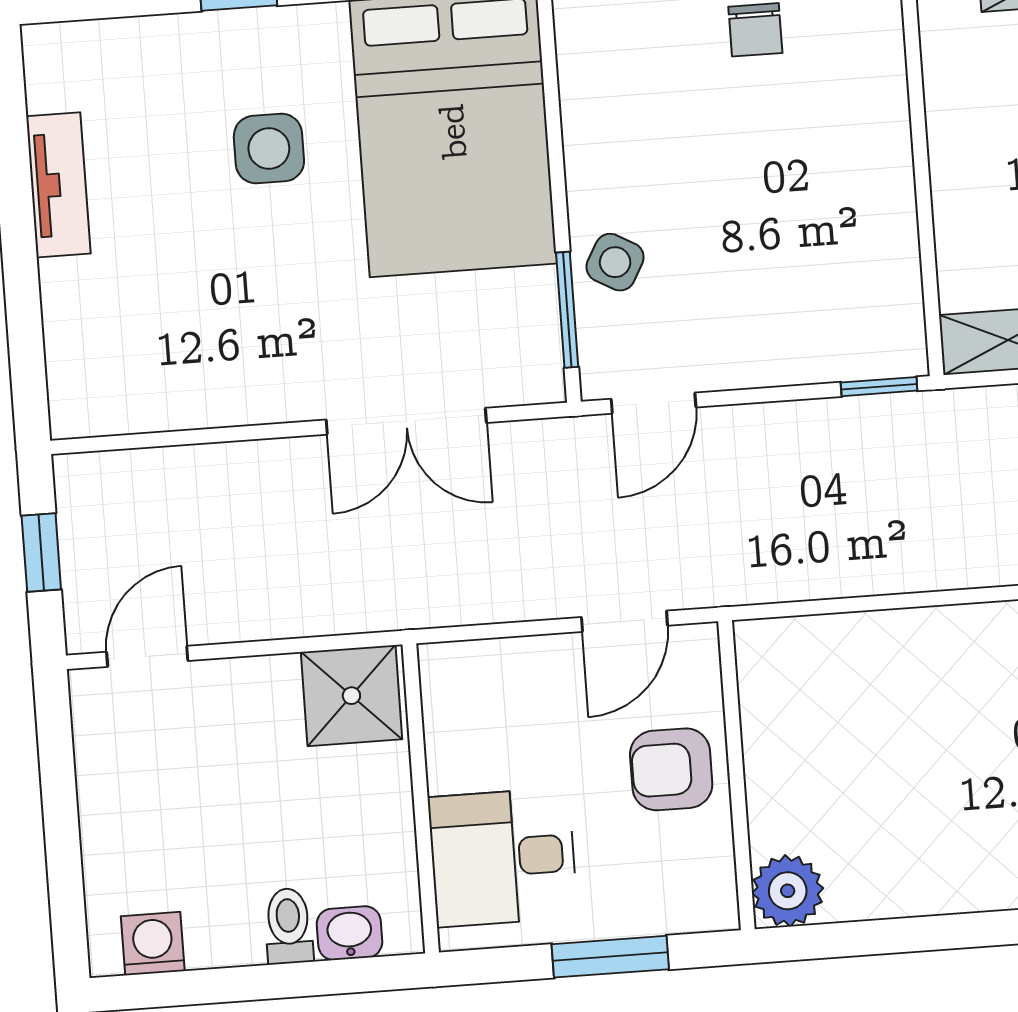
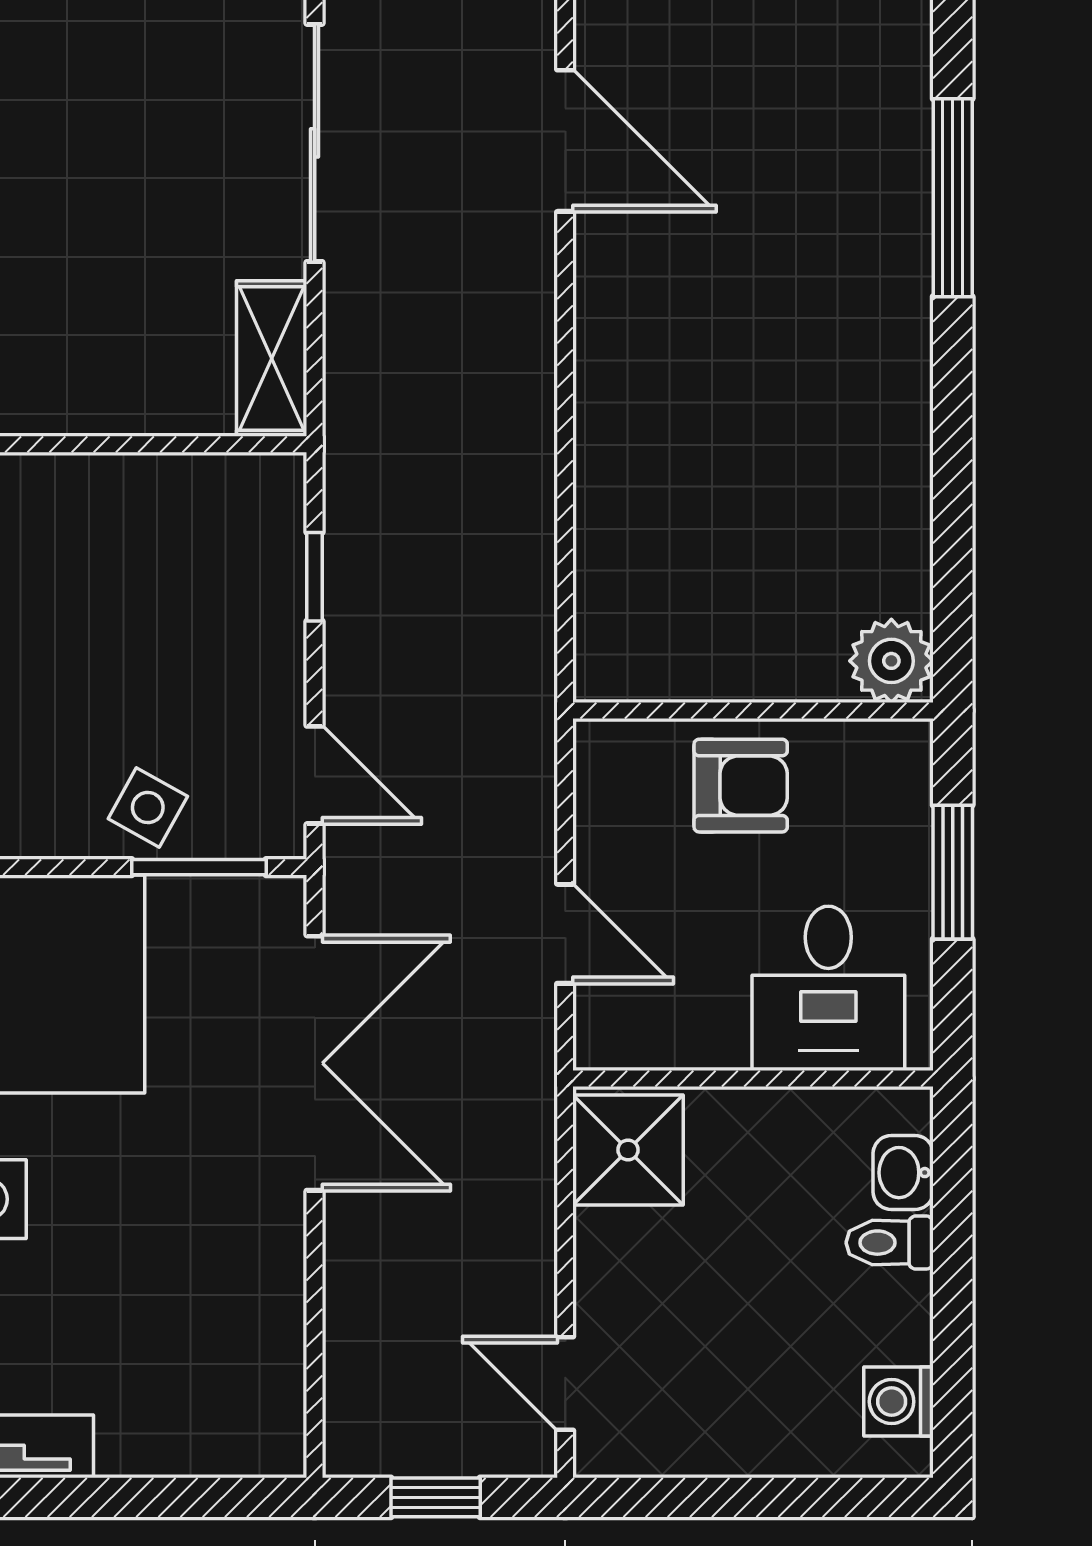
window: (879, 387) -> (315, 577), moved
double door: (406, 421) -> (315, 1063), width x1.37
door: (624, 621) -> (565, 934), moved
armchair: (671, 769) -> (741, 786), turned -90

